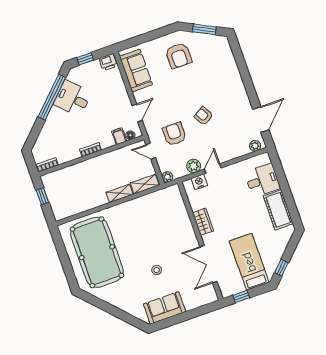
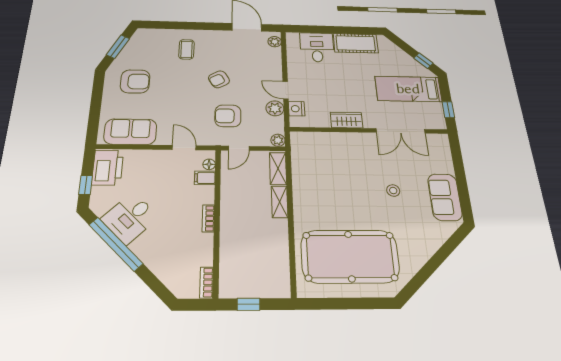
printer: (108, 62) -> (108, 168), width x1.87, depth x1.48
coffee table: (222, 81) -> (186, 49), added

